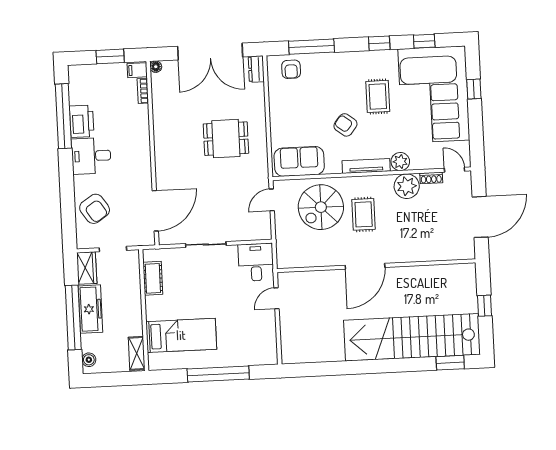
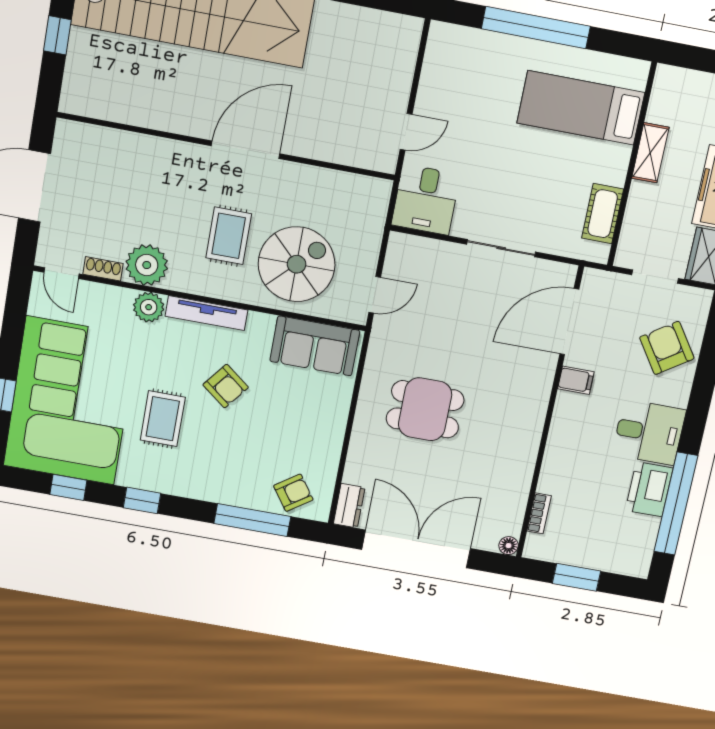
armchair: (291, 69) -> (293, 493), turned 55
filing cabinet: (137, 70) -> (576, 380), moved
shelving: (137, 353) -> (650, 153), moved

